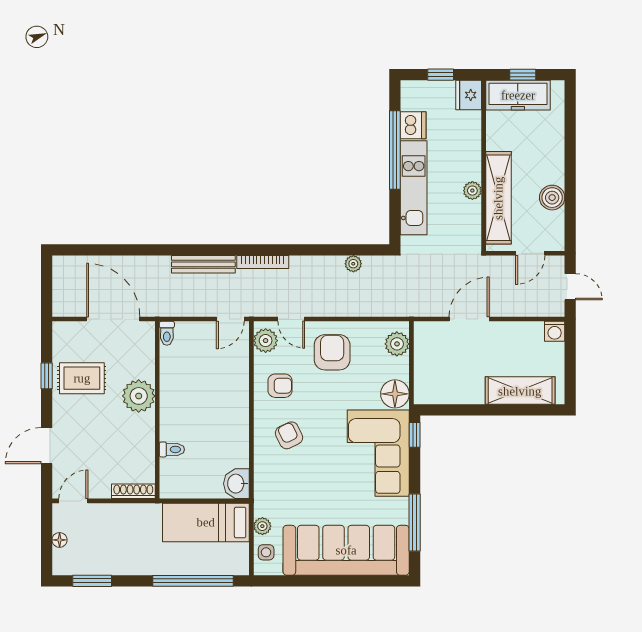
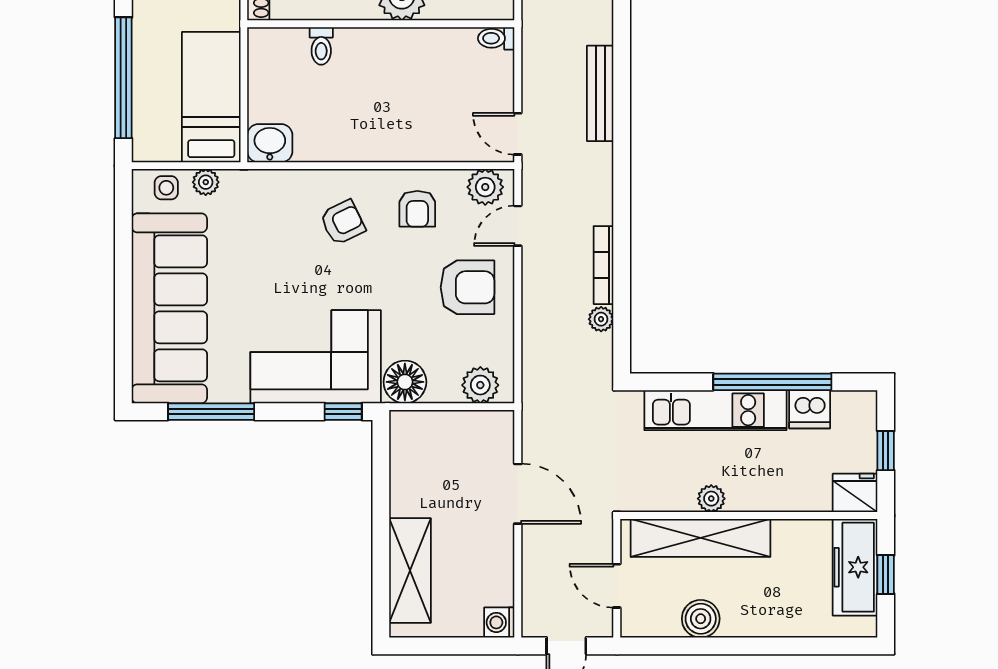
bookcase: (263, 262) -> (603, 265), moved

